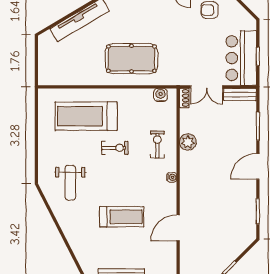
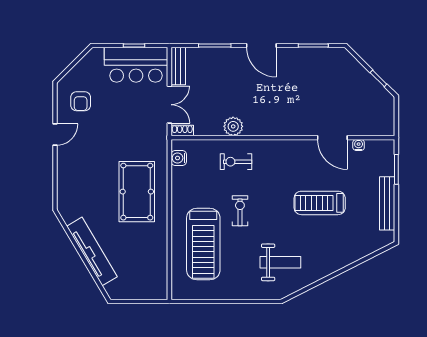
water cooler: (172, 177) -> (359, 145), moved
treadmill: (122, 217) -> (320, 203), turned -90

